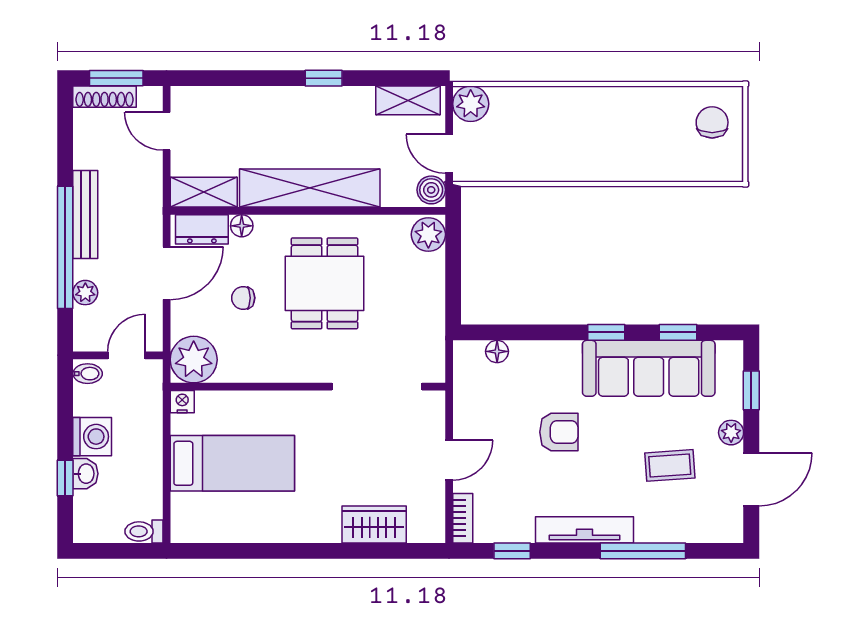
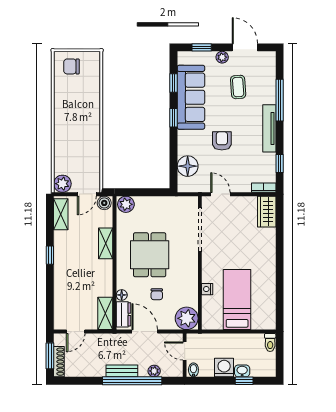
shelving: (310, 188) -> (106, 243), width x0.45, depth x0.75
bench: (85, 214) -> (122, 371), width x0.73
dining table: (325, 283) -> (150, 255), turned 90
floor lamp: (497, 351) -> (188, 166), width x1.89, depth x1.89
nightstand: (182, 402) -> (207, 289), moved
door: (449, 460) -> (220, 194), moved
wardrobe: (374, 524) -> (267, 212), moved

